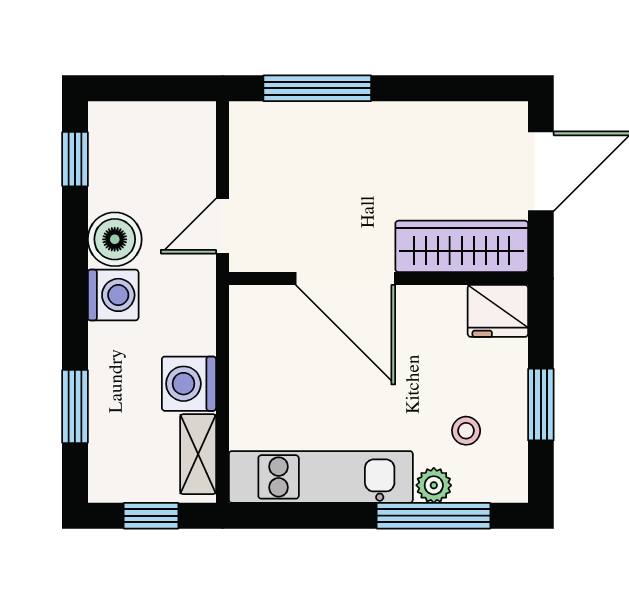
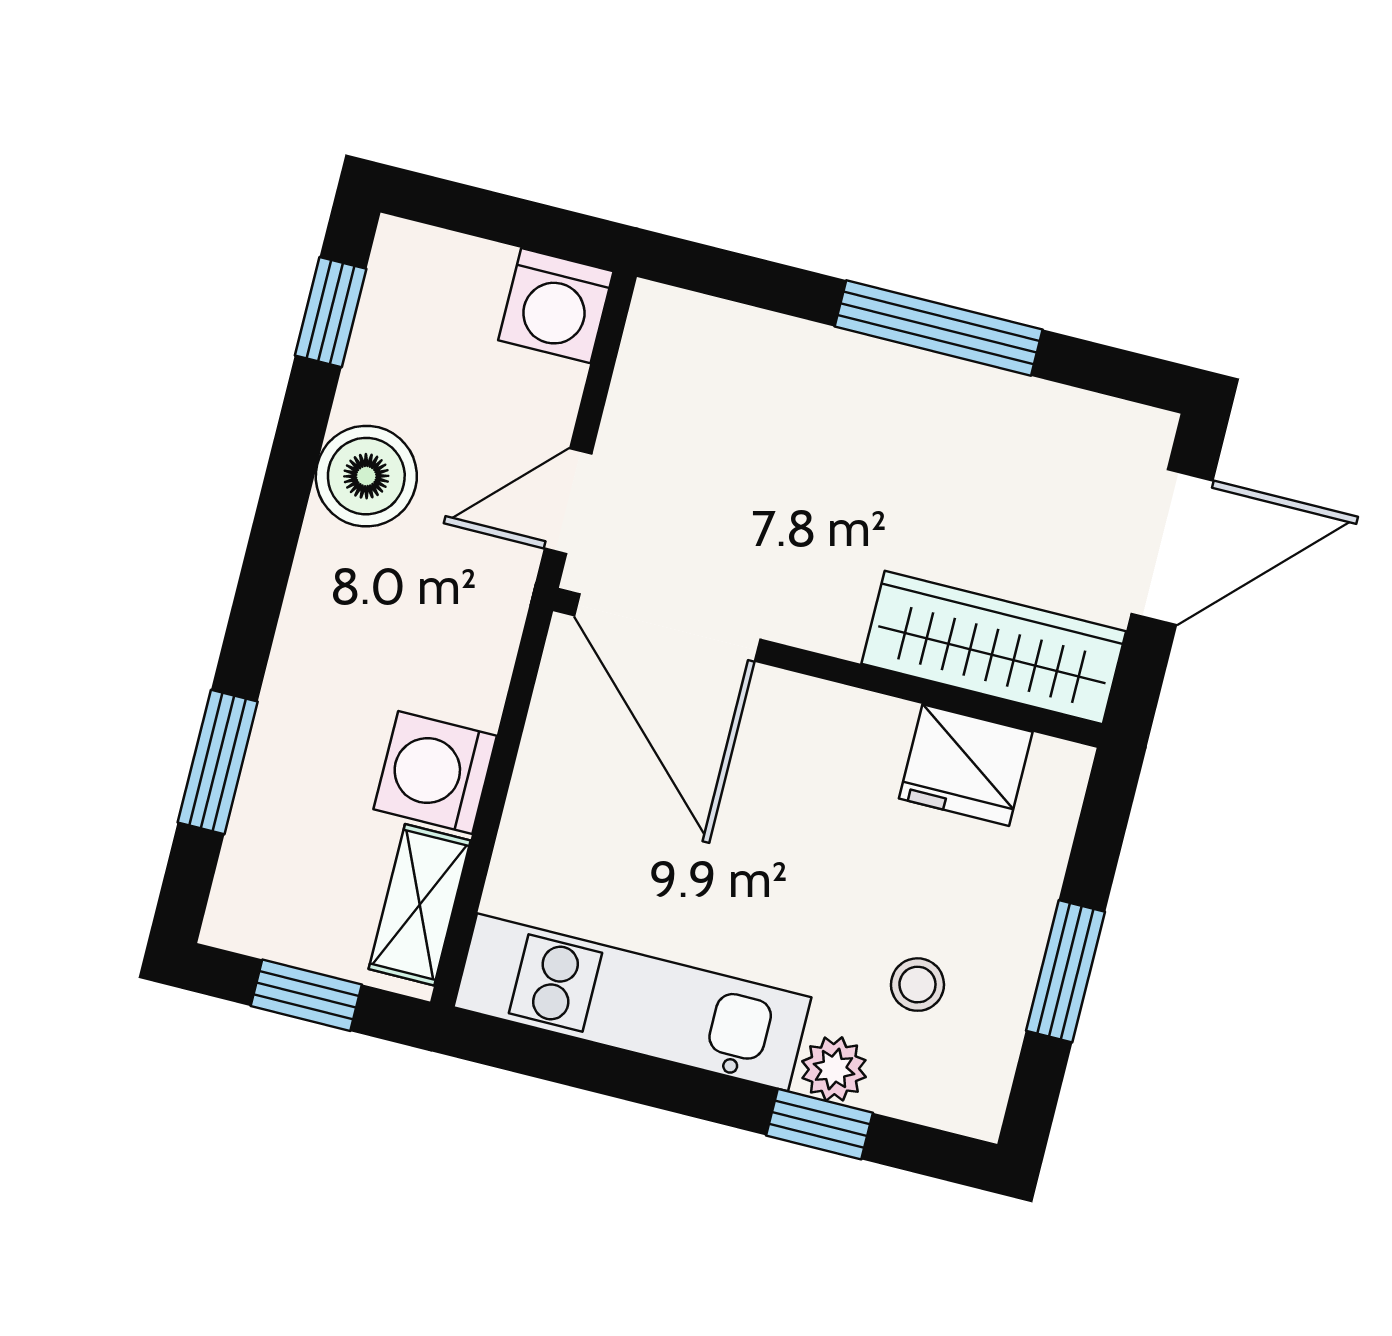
window: (317, 88) -> (939, 328), moved
door: (345, 278) -> (667, 627), moved
washing machine: (113, 295) -> (556, 306), moved, turned 90
fridge: (498, 311) -> (966, 765), moved
window: (433, 516) -> (819, 1124), width x0.46

